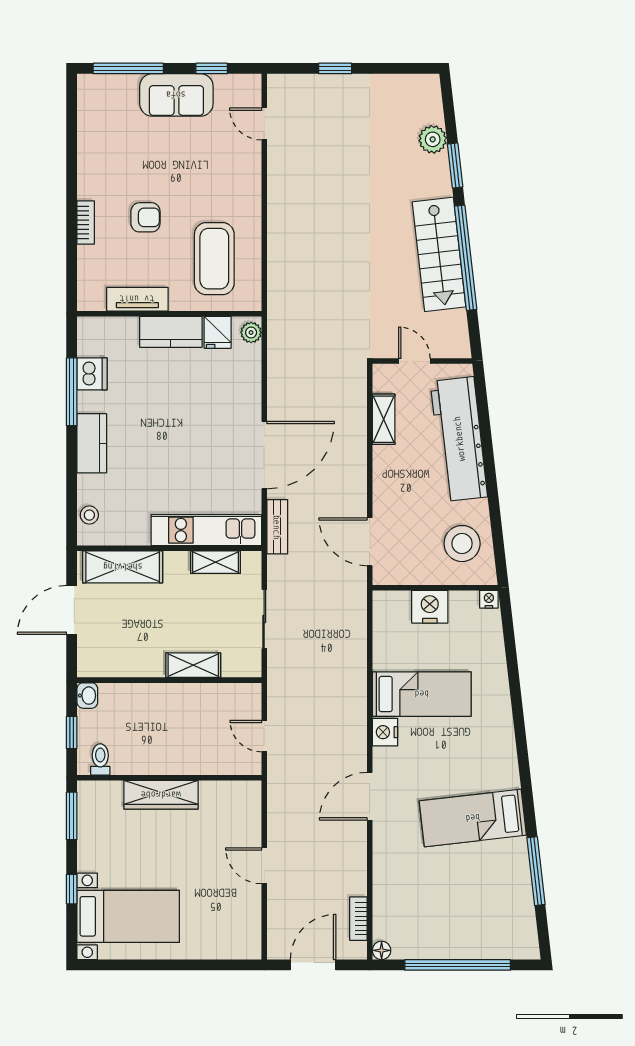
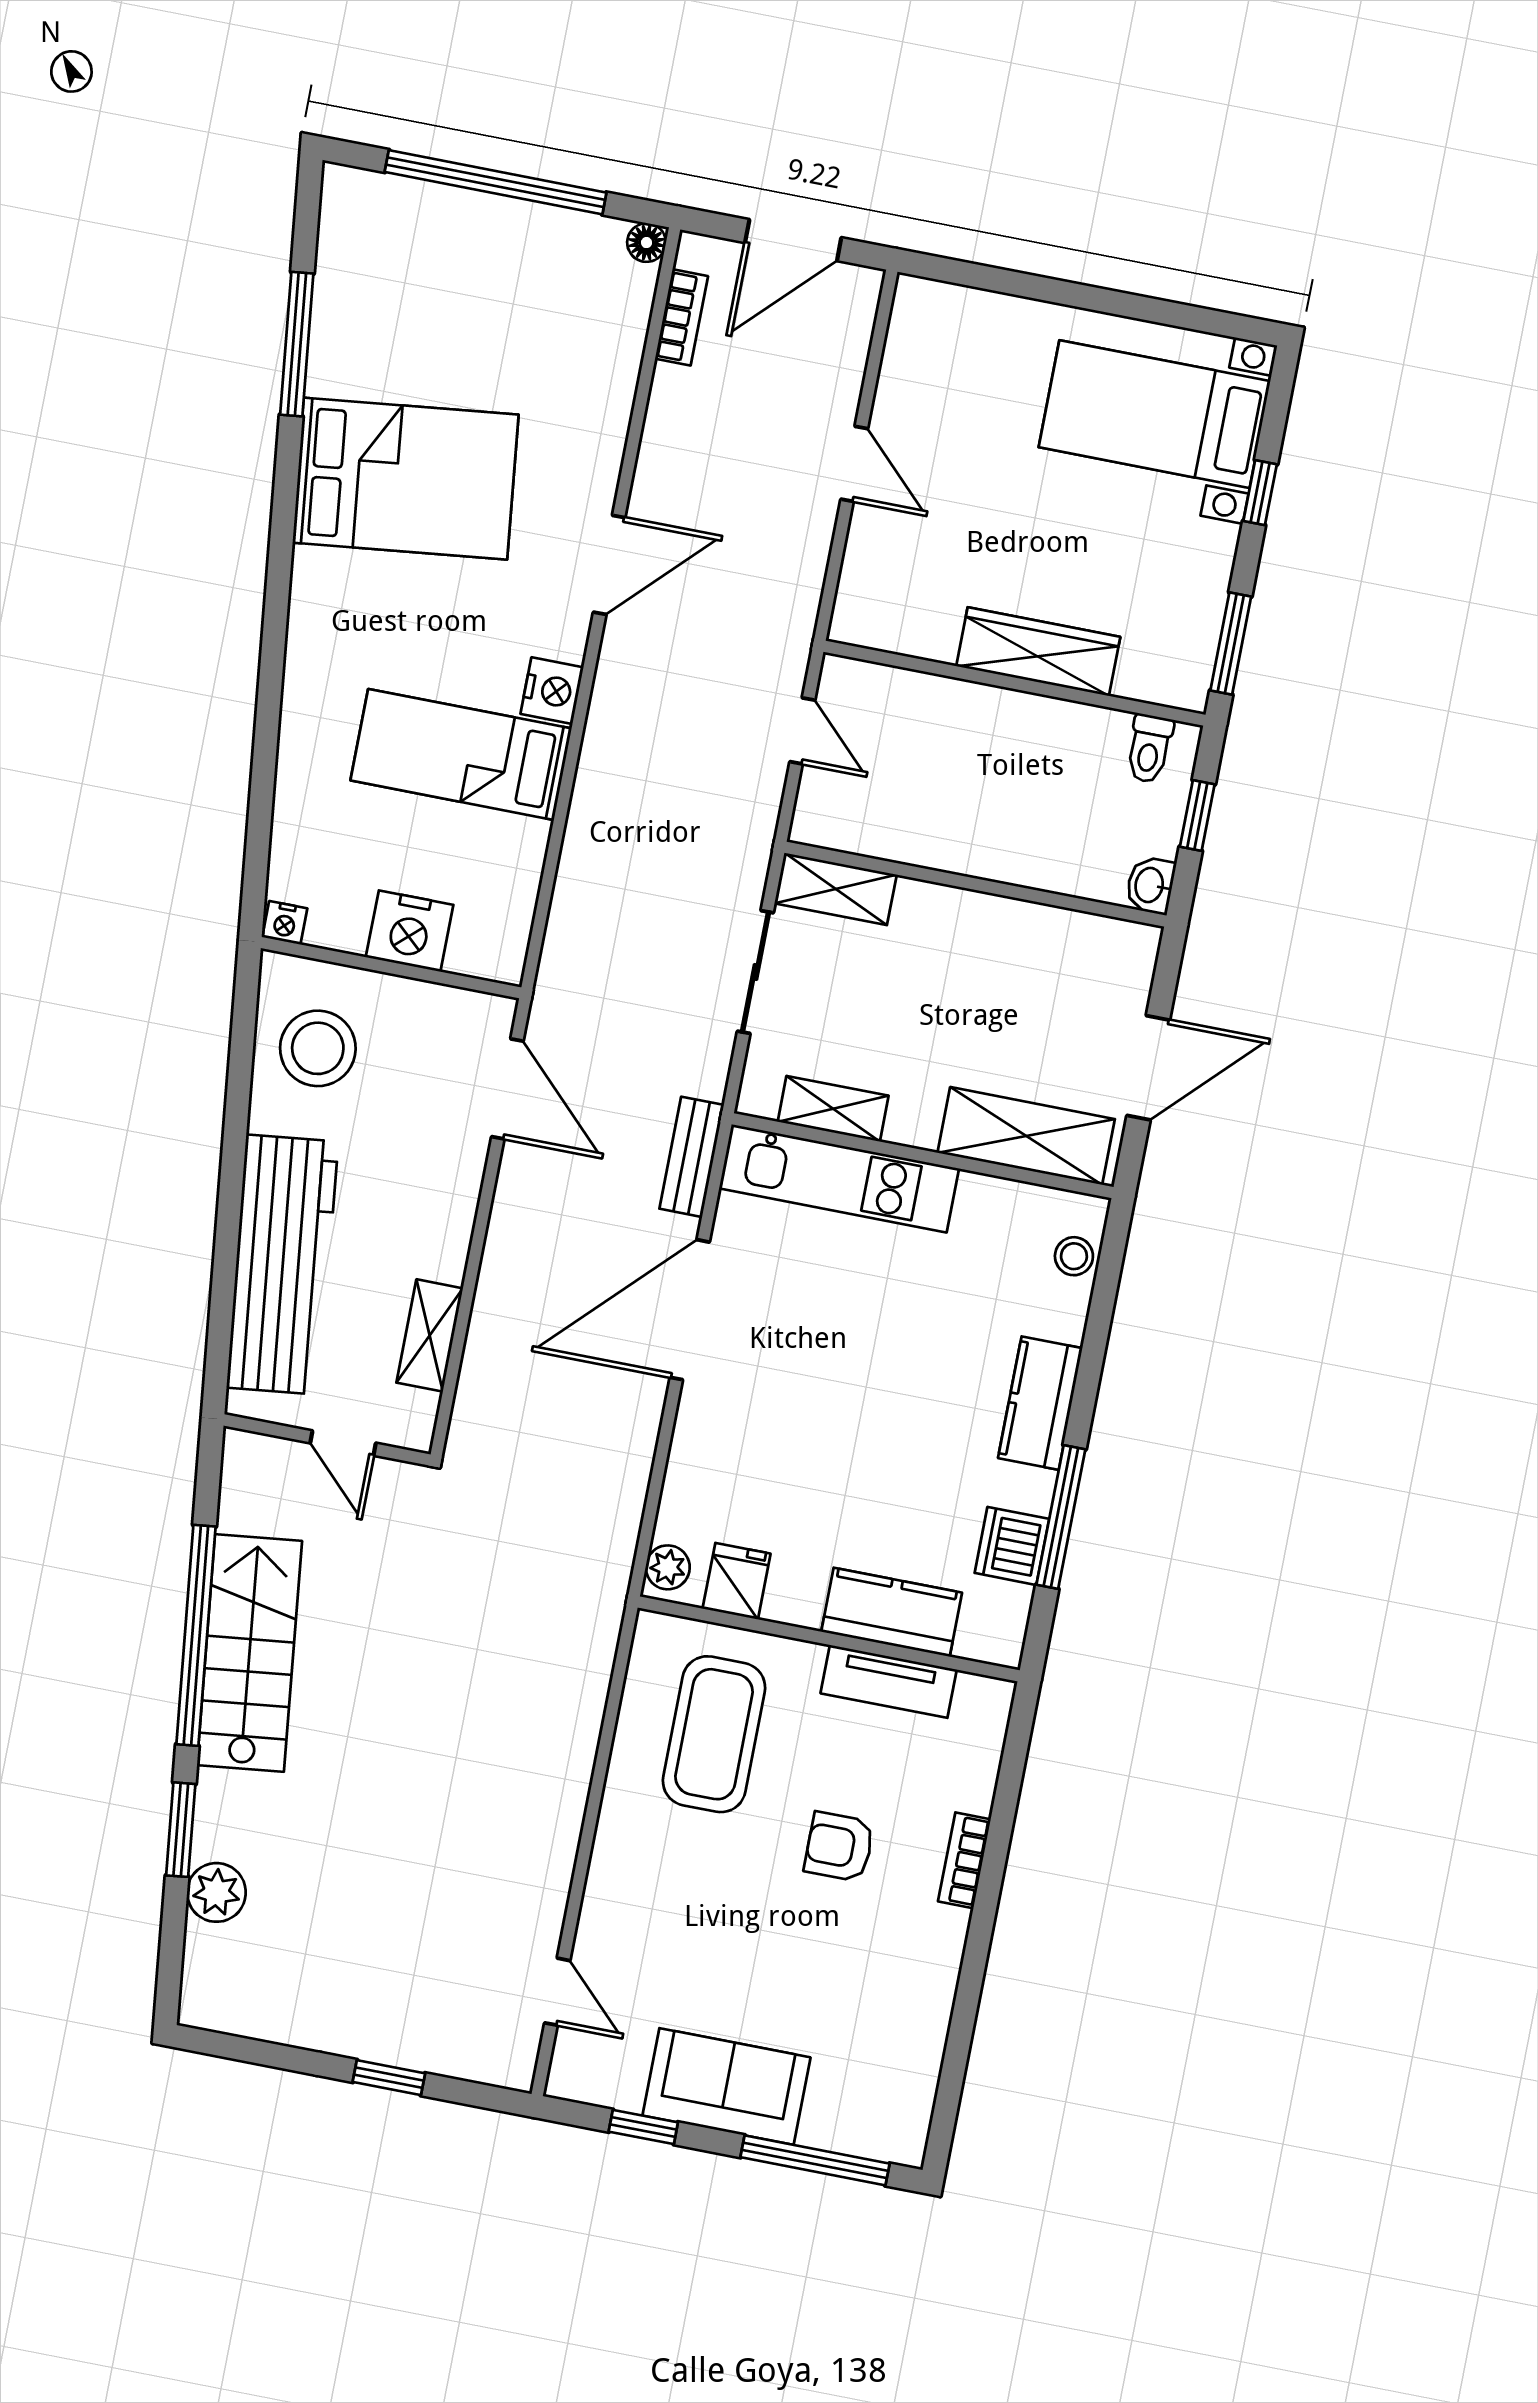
kitchen counter: (171, 332) -> (892, 1612), moved
shelving: (193, 665) -> (836, 889), moved
bed: (473, 818) -> (405, 479), width x1.50

